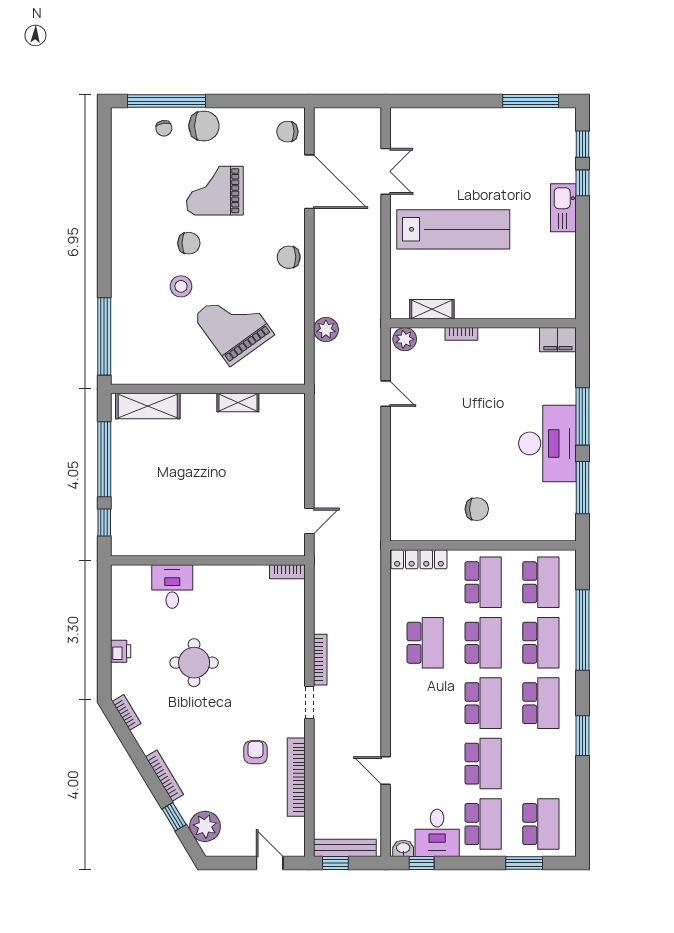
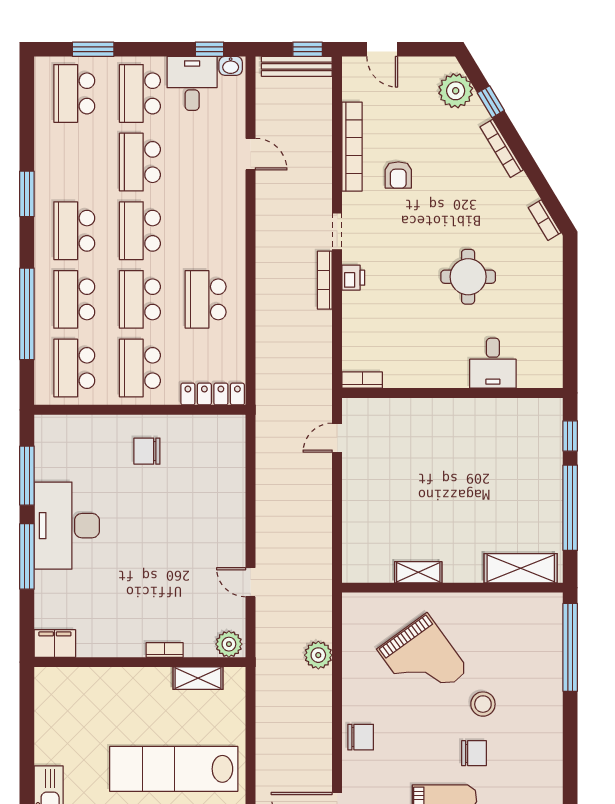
chair: (189, 243) -> (474, 753), turned 180
printer: (121, 651) -> (353, 278), moved, turned 180

